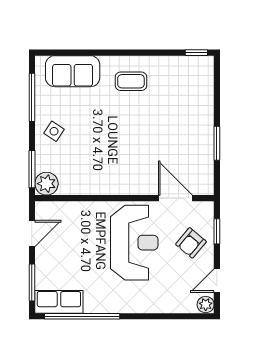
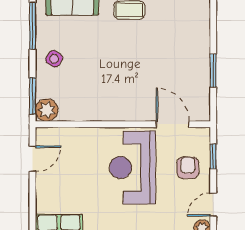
reception desk: (134, 243) -> (132, 167), turned 180
armchair: (191, 243) -> (188, 168), turned 140
window: (32, 283) -> (33, 207), removed

